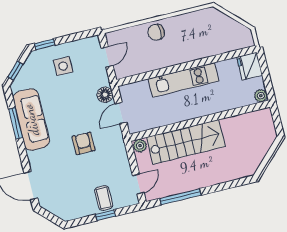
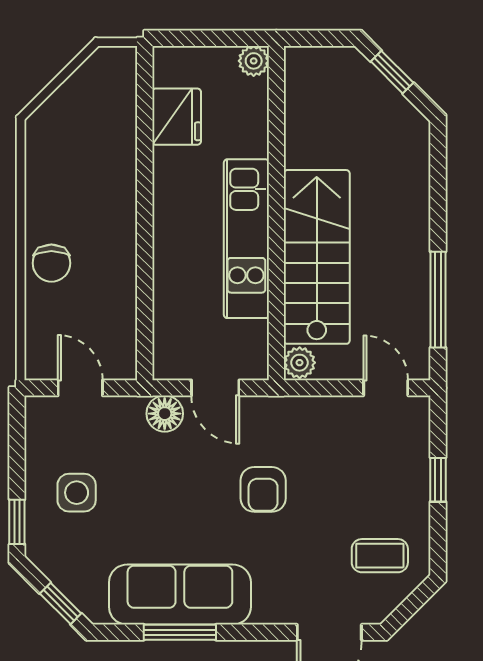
fridge: (250, 66) -> (177, 117), moved, turned -90
kitchen unit: (184, 80) -> (246, 239), moved, turned 180
armchair: (84, 143) -> (263, 489), turned -90
window: (270, 154) -> (392, 72), added
coffee table: (104, 198) -> (380, 556), moved

